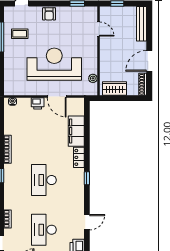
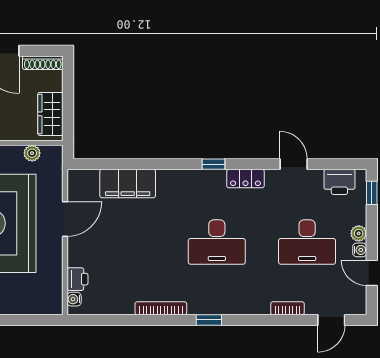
printer: (38, 103) -> (77, 279), moved
locker: (79, 157) -> (245, 179), moved

